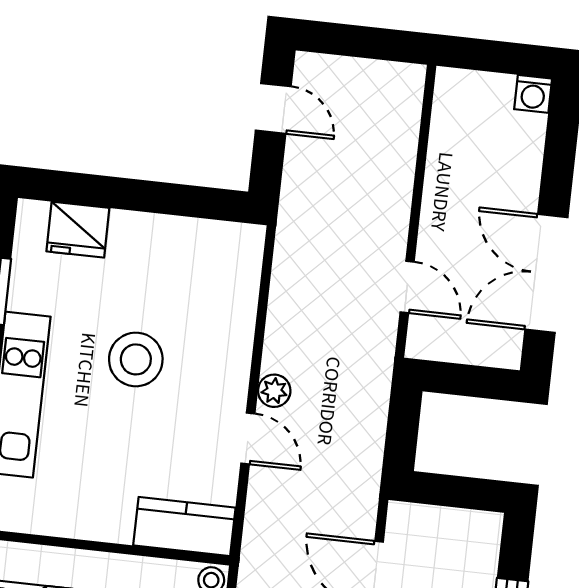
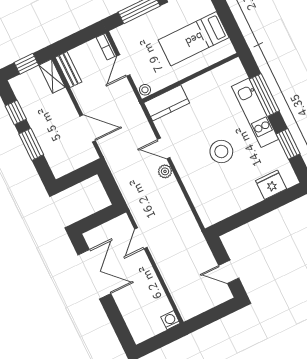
washing machine: (533, 94) -> (170, 320), moved
door: (407, 287) -> (141, 238), hinge flipped

